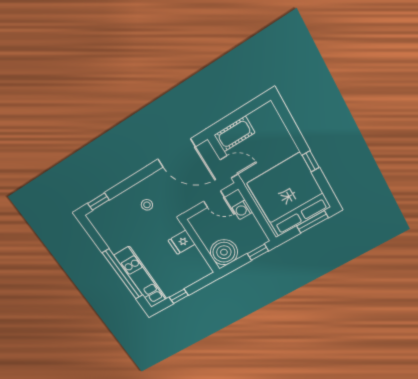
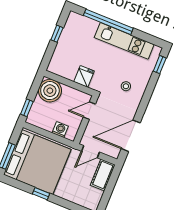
door: (214, 199) -> (89, 111), moved
kitchen unit: (140, 277) -> (124, 41), moved

